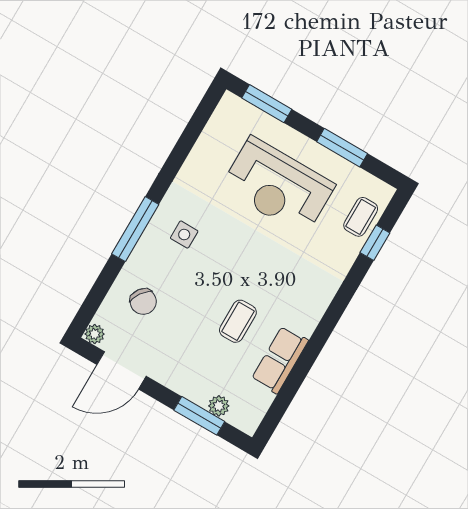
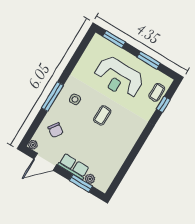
coffee table: (238, 321) -> (102, 115), moved
row of seats: (280, 360) -> (74, 166), moved, turned 90

